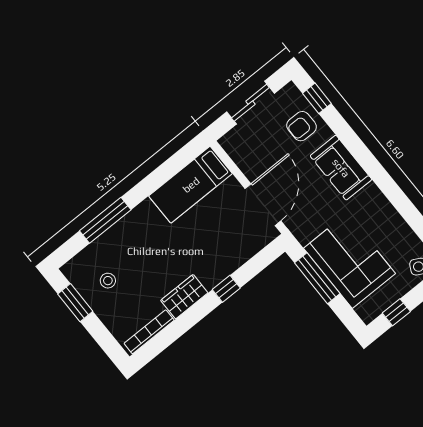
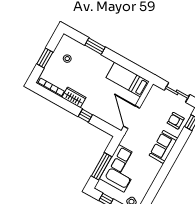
door: (263, 205) -> (132, 117), swing flipped
window: (105, 220) -> (95, 46), width x0.69
window: (317, 278) -> (102, 166), moved
window: (75, 303) -> (45, 58), moved

